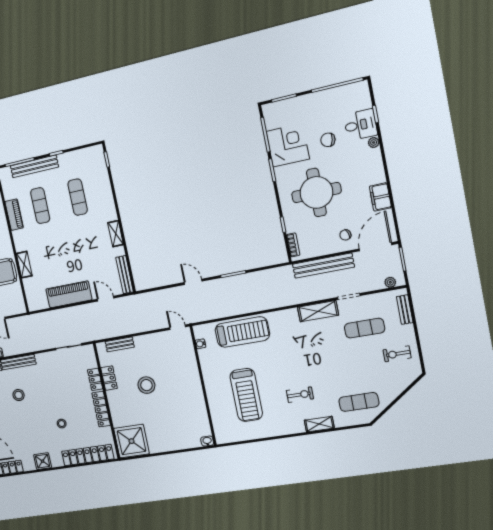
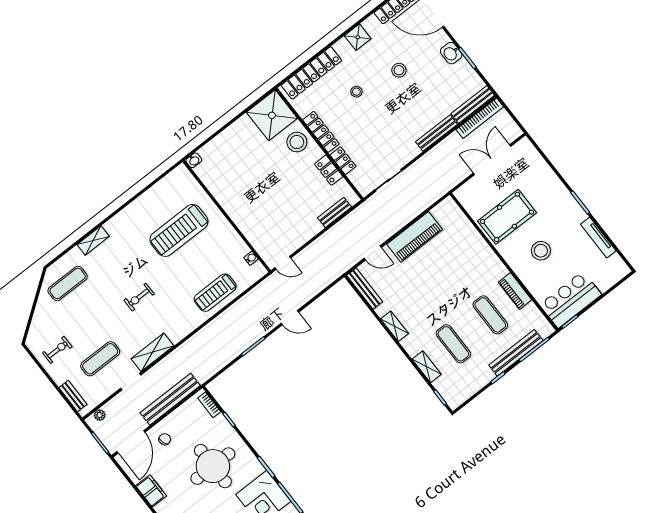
shelving: (24, 265) -> (427, 367), moved
treadmill: (242, 332) -> (215, 293), width x0.73, depth x0.73
stool: (146, 385) -> (297, 142), moved
stool: (19, 395) -> (399, 70), moved
treadmill: (246, 395) -> (179, 230), turned -90
exercise bike: (300, 395) -> (139, 297), moved

